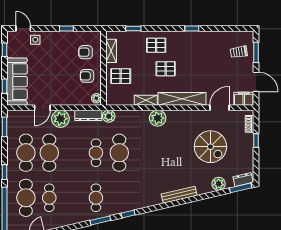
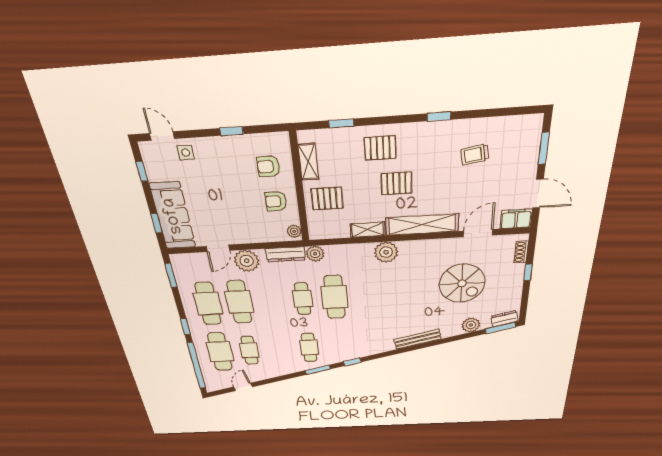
trolley: (239, 52) -> (475, 154), moved

